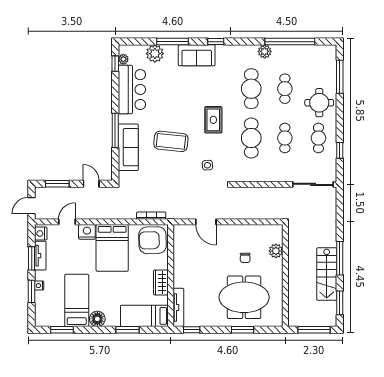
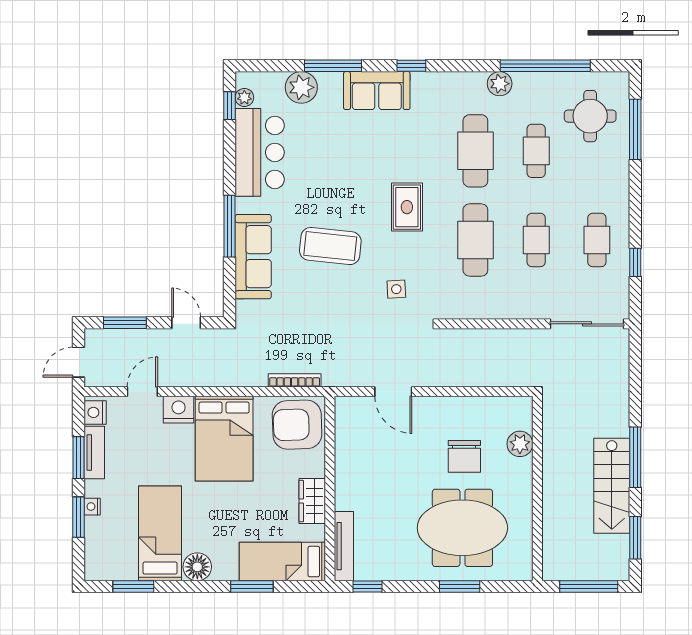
round table: (319, 103) -> (590, 116), moved
chair: (245, 258) -> (464, 456), width x1.87, depth x1.87

